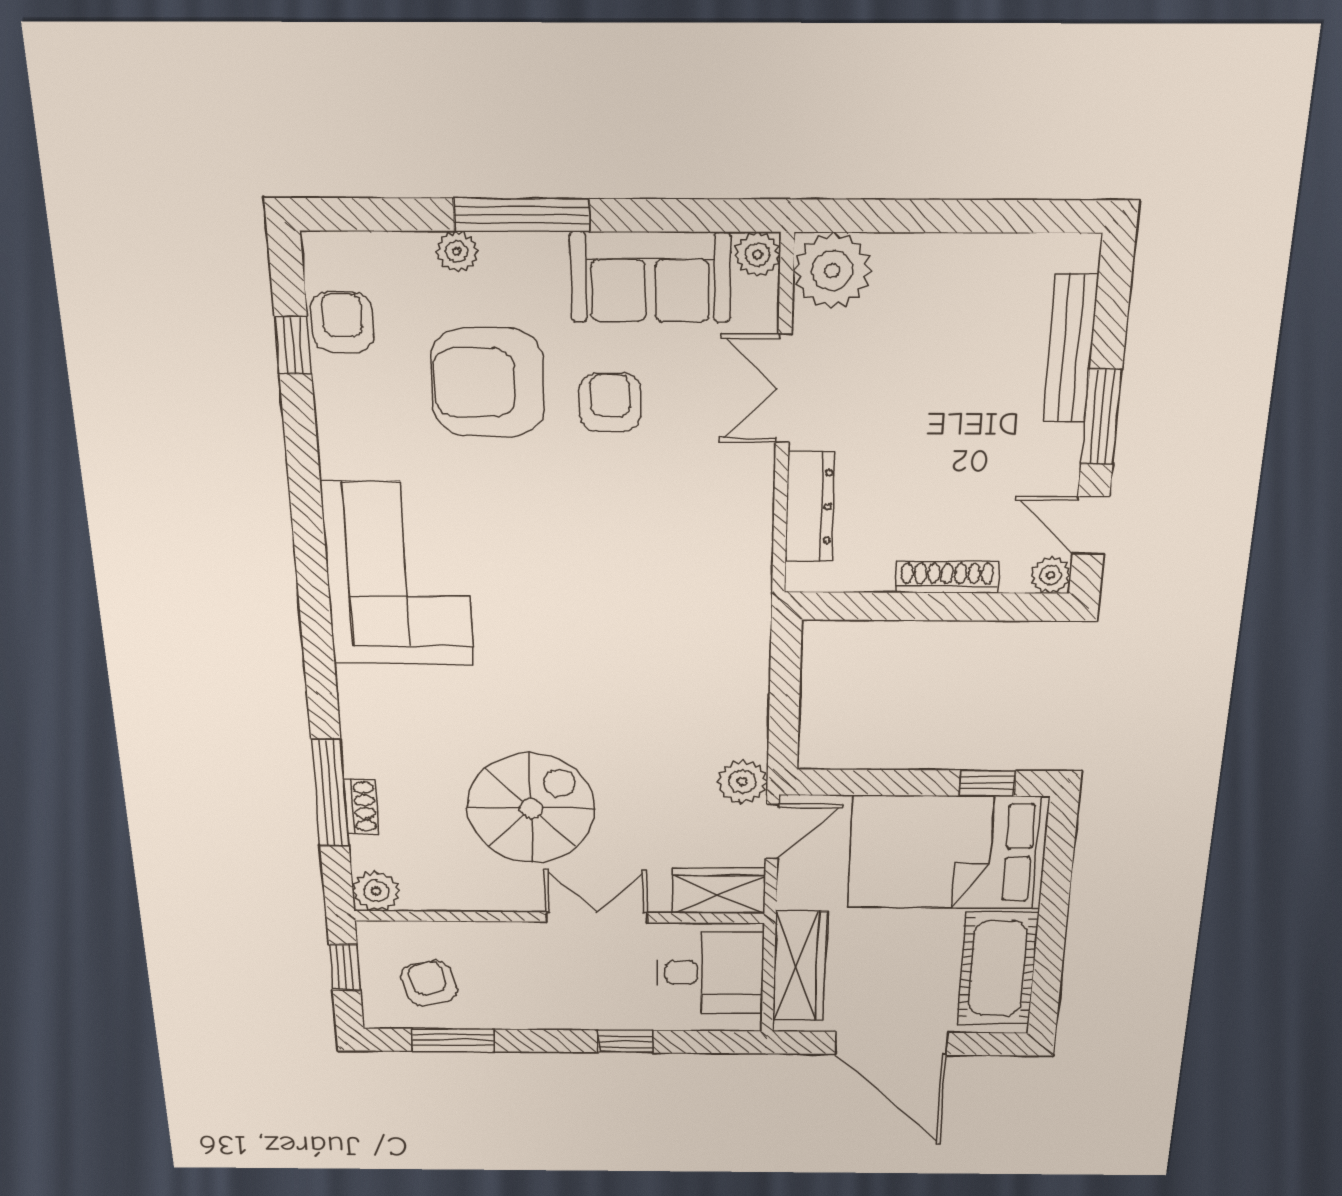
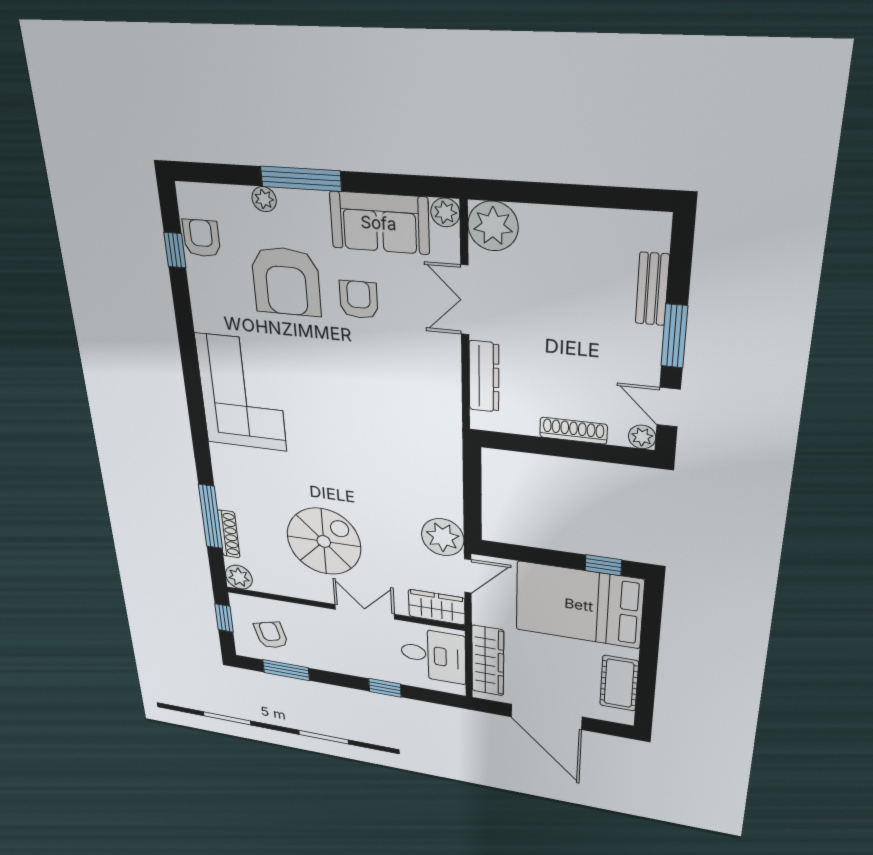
bench: (1071, 349) -> (652, 289), width x0.73
armchair: (488, 383) -> (286, 282), turned -90
plant: (742, 782) -> (443, 537), width x1.36, depth x1.36
shoe rack: (361, 807) -> (229, 534), width x1.43
cot: (998, 968) -> (619, 683), width x0.73, depth x0.75

